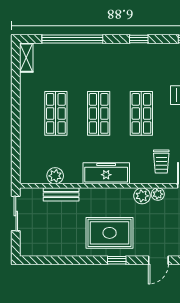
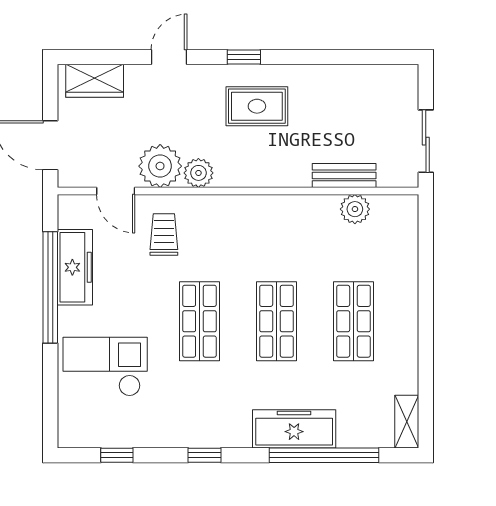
freezer: (106, 173) -> (294, 429), moved, turned 180
plant: (158, 194) -> (160, 166), width x1.88, depth x1.88
rug: (110, 233) -> (257, 106), width x0.73, depth x0.70

